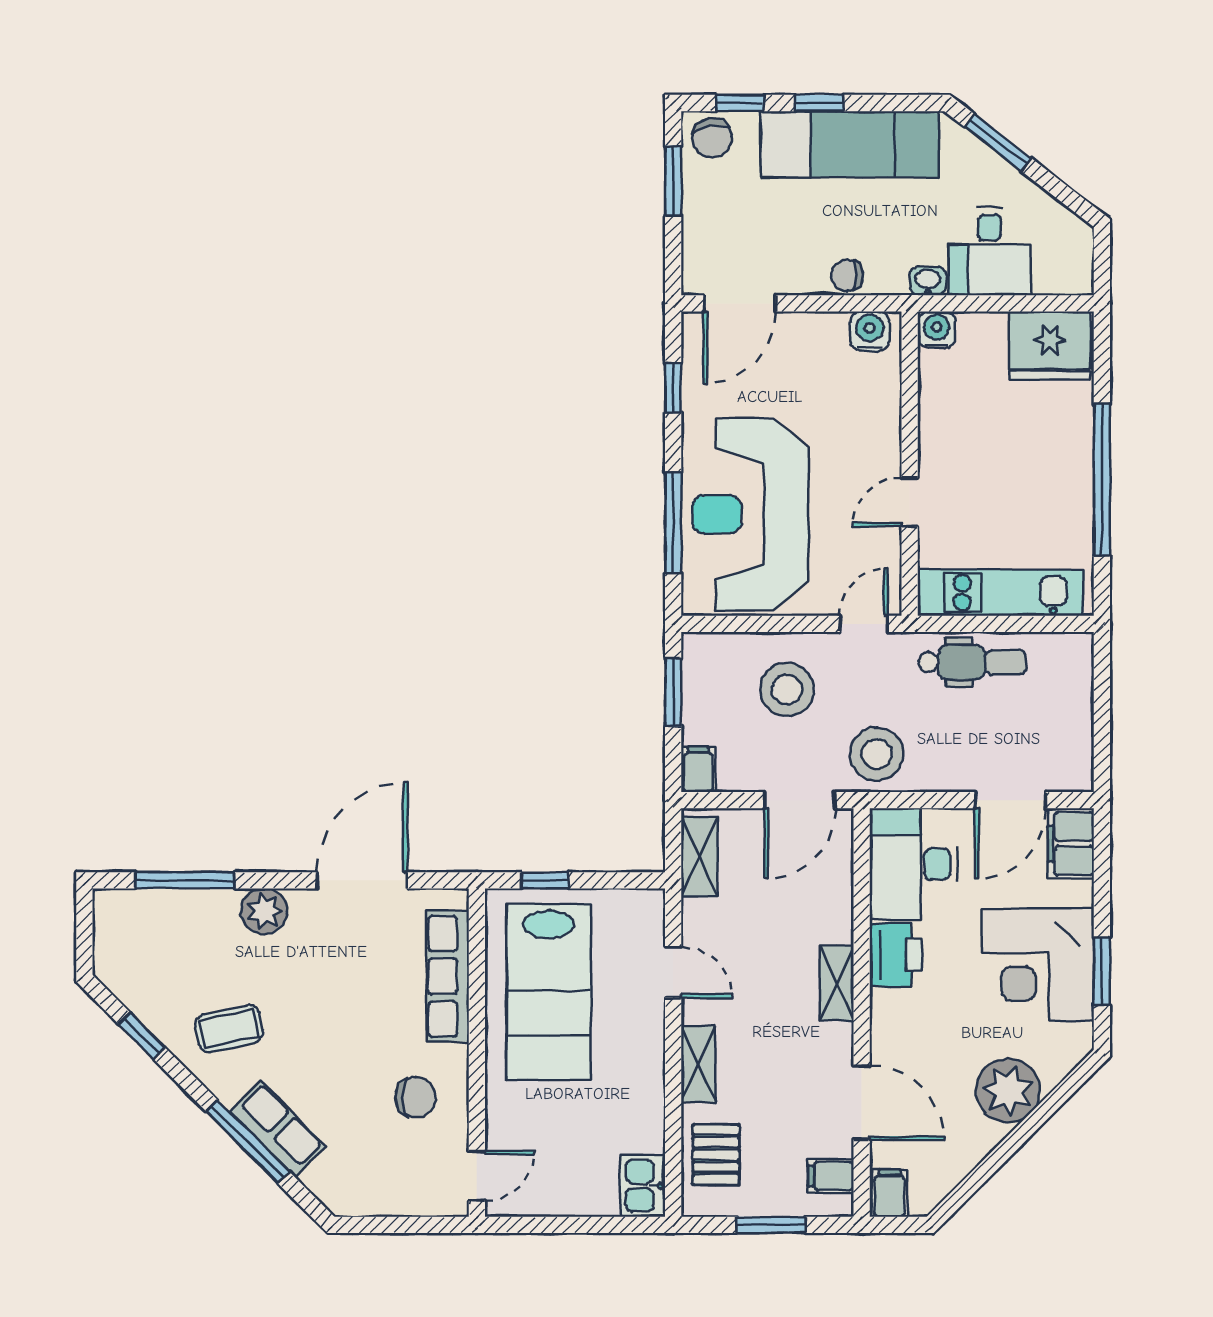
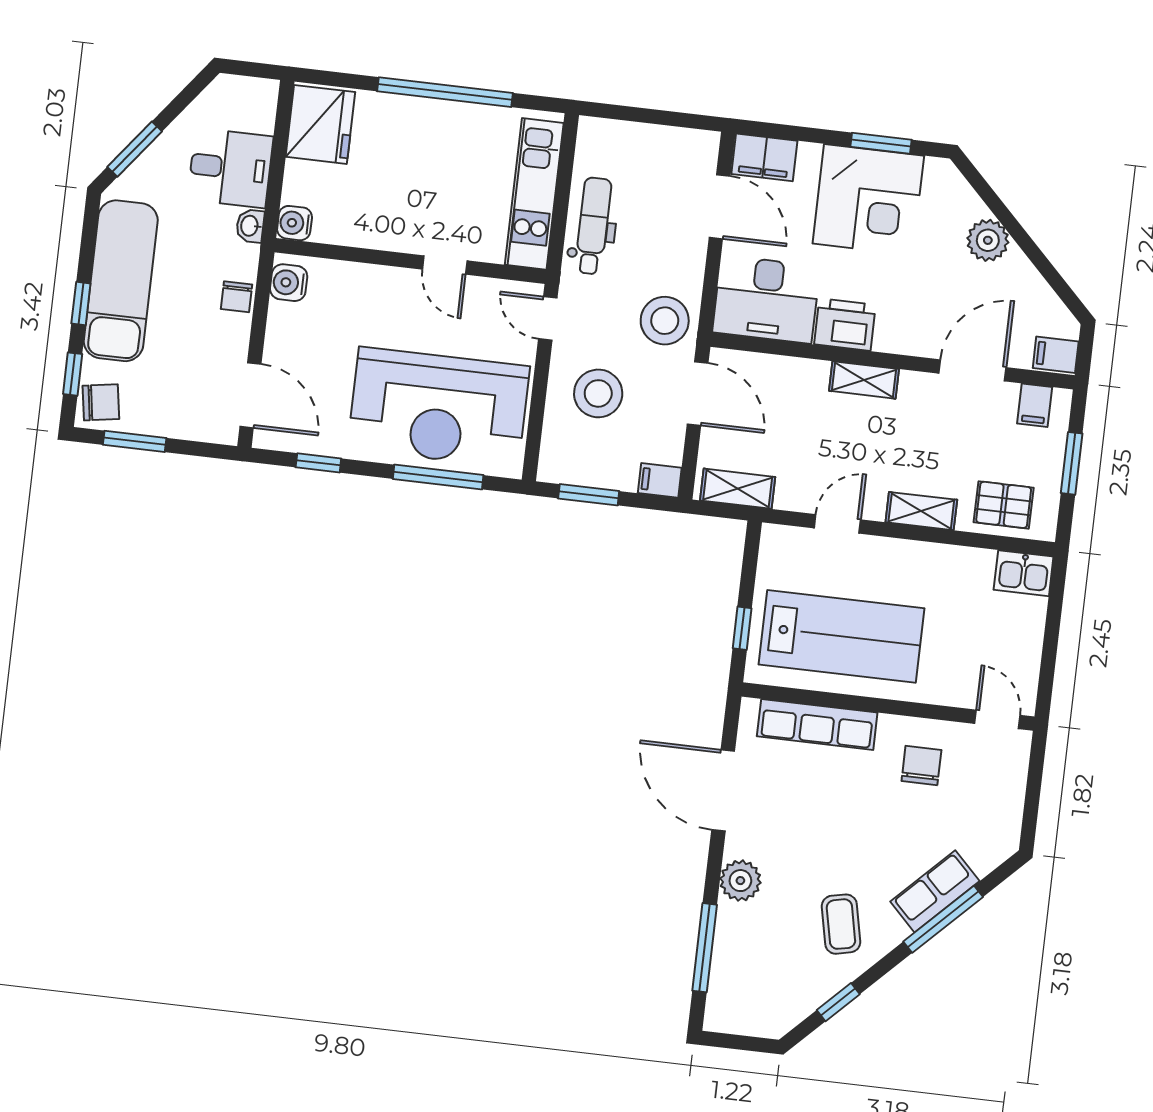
plant: (1008, 1091) -> (988, 240), width x0.73, depth x0.73

